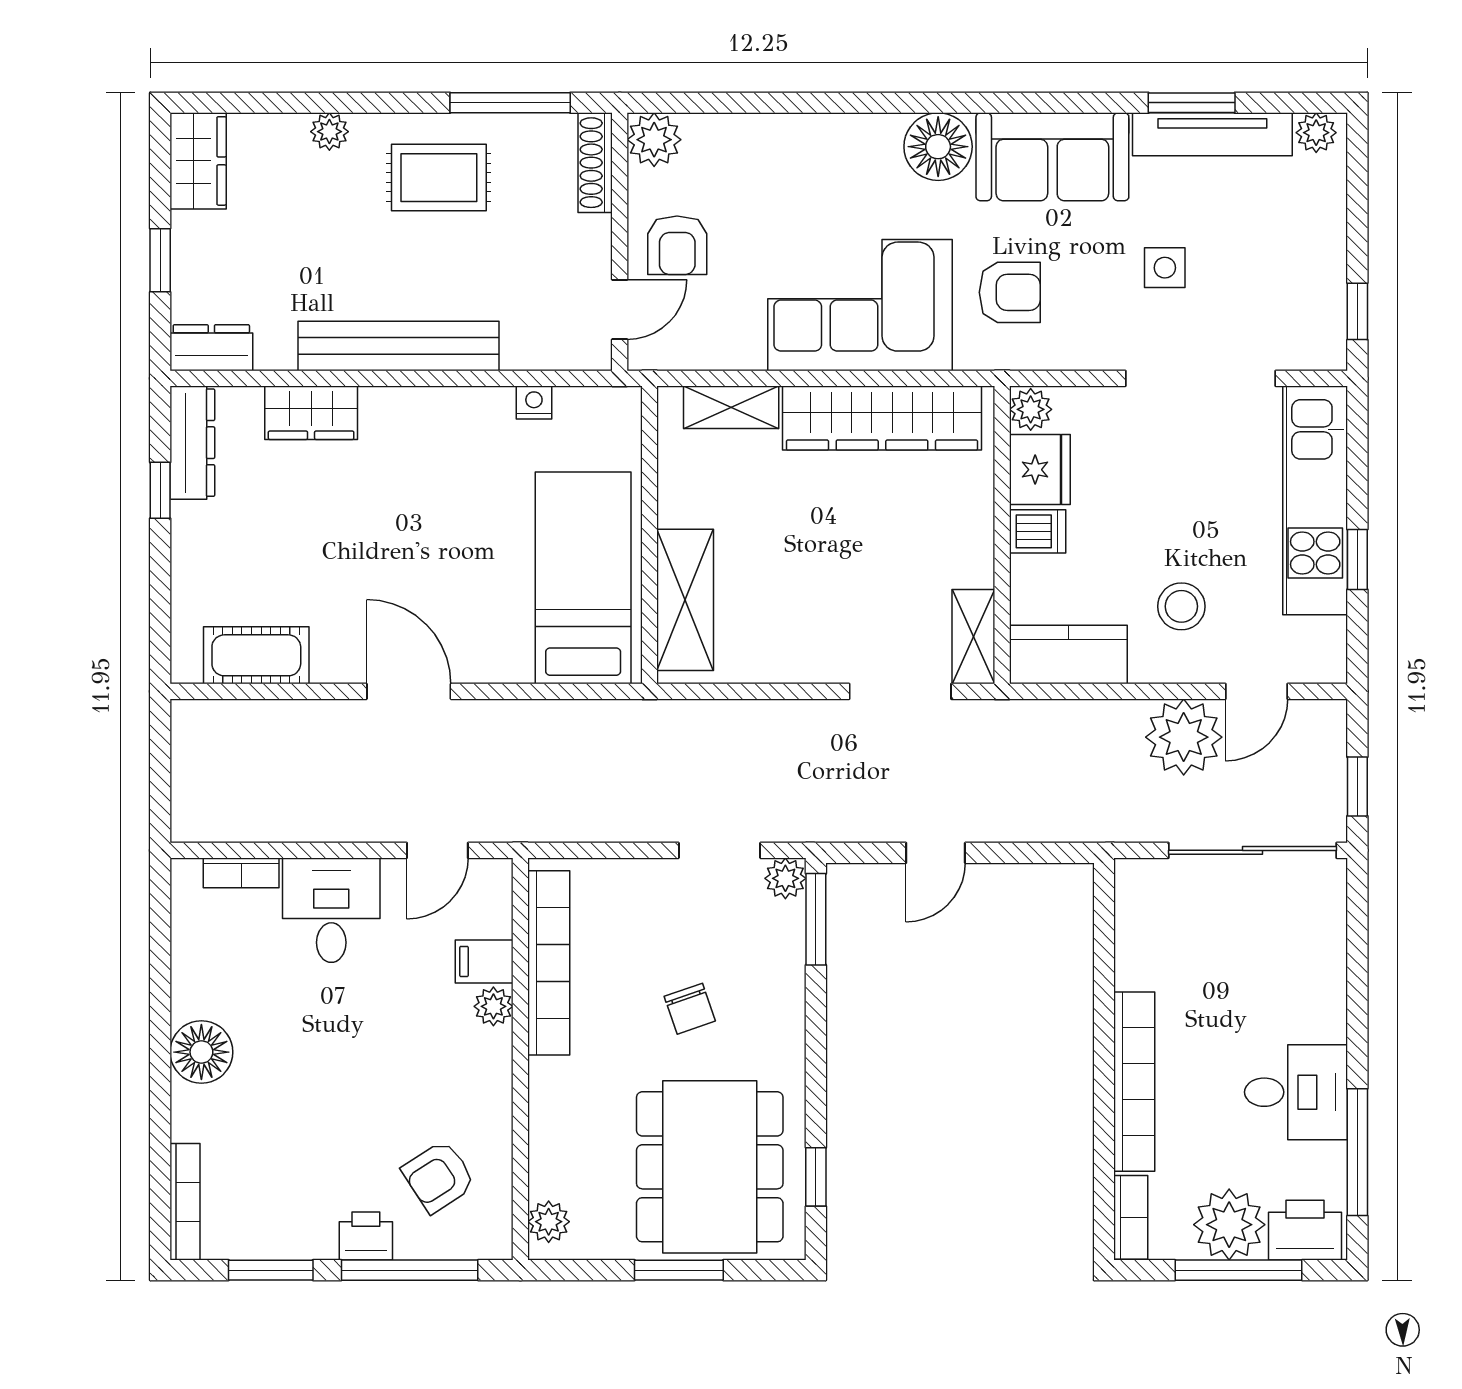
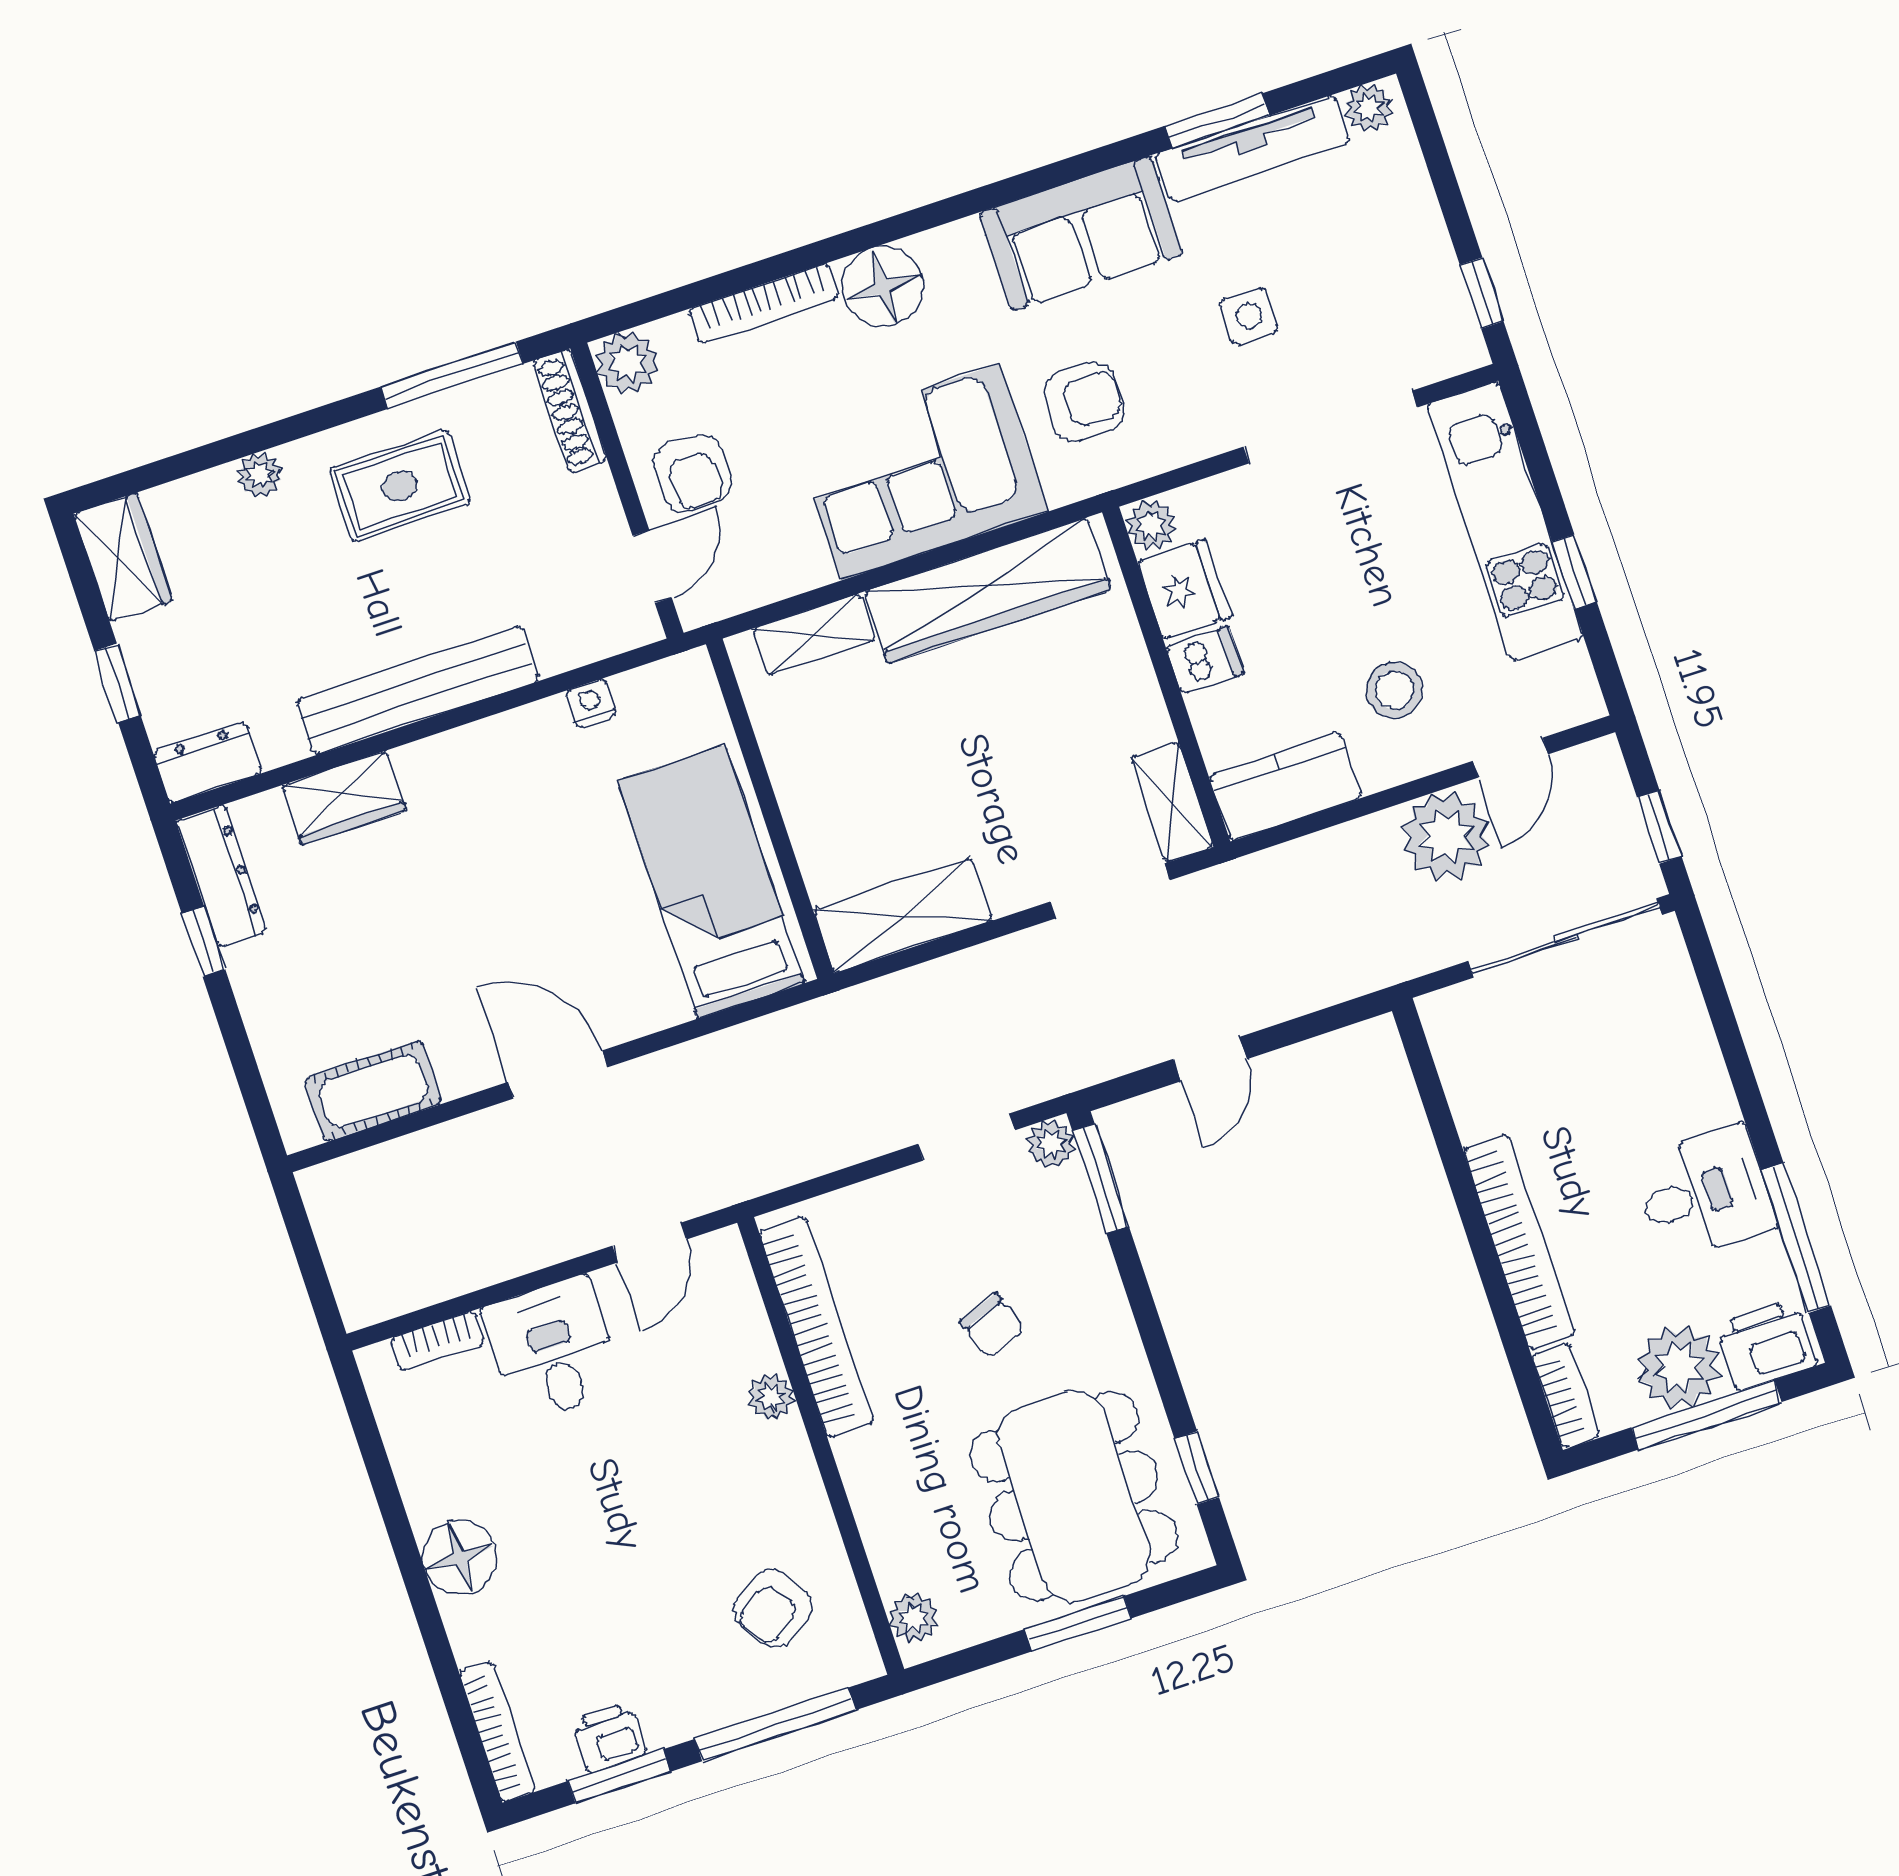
bookcase: (779, 128) -> (764, 304), added
floor lamp: (938, 147) -> (883, 287), moved
shelving: (685, 600) -> (903, 915), moved, turned 90
filing cabinet: (484, 961) -> (744, 1350), removed
printer: (366, 1236) -> (609, 1737), moved

